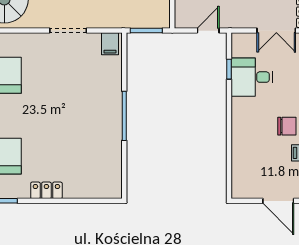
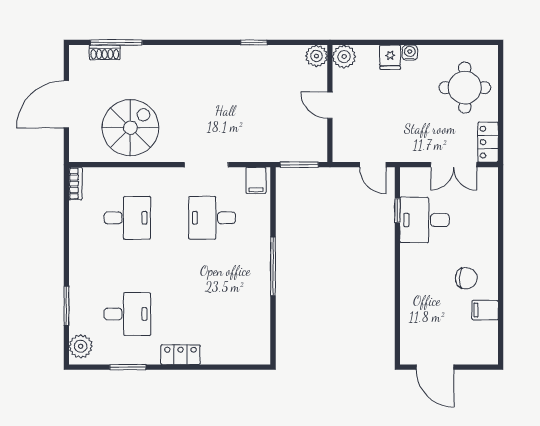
door: (208, 31) -> (373, 165), swing flipped
desk: (73, 75) -> (212, 218), added
door: (278, 201) -> (435, 367), moved

